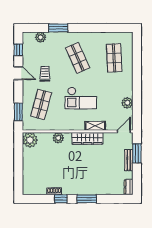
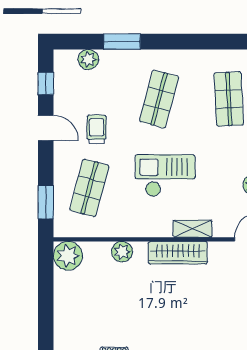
shop shelf: (78, 58) -> (159, 99), turned 39
checkout: (81, 98) -> (165, 176), turned 180

